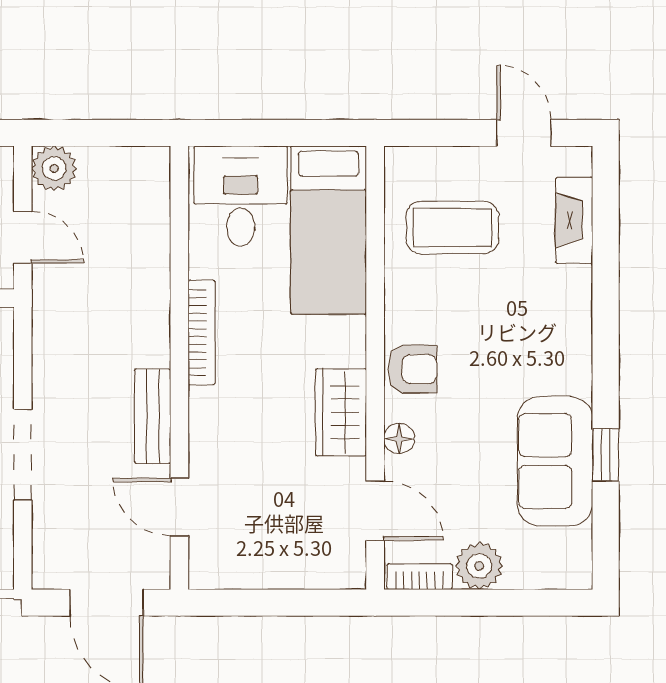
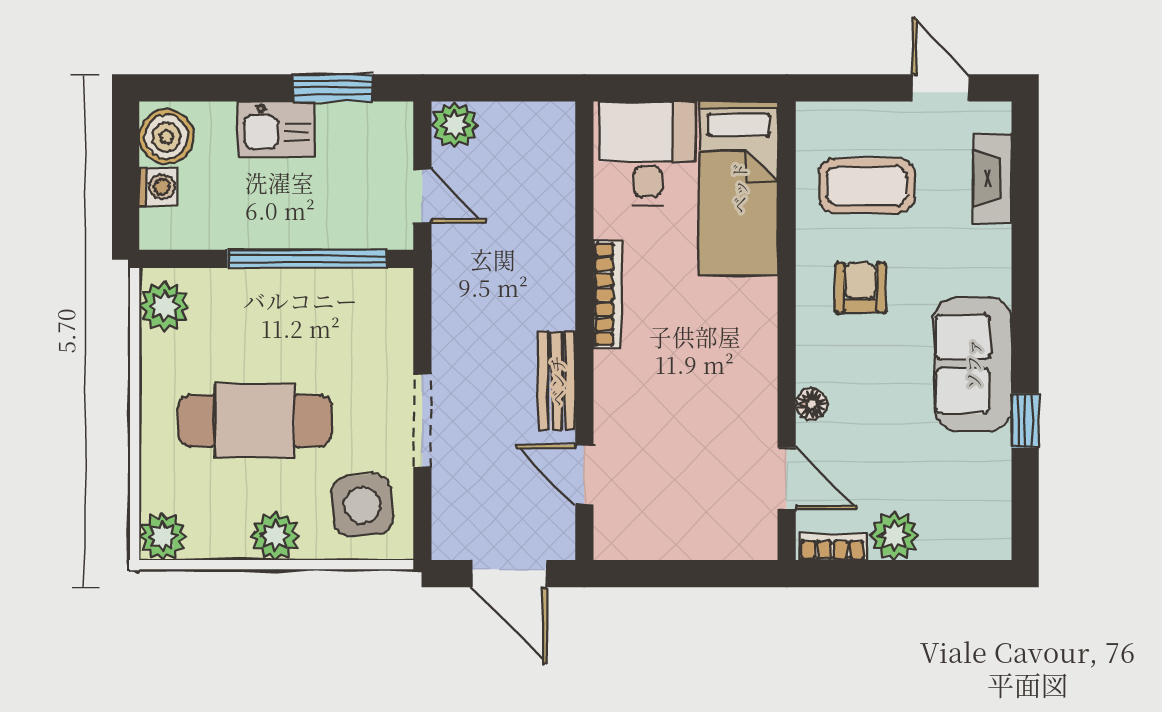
armchair: (413, 369) -> (861, 288), moved, turned -90
wardrobe: (341, 412) -> (751, 377), removed
sofa: (555, 461) -> (973, 364), moved

